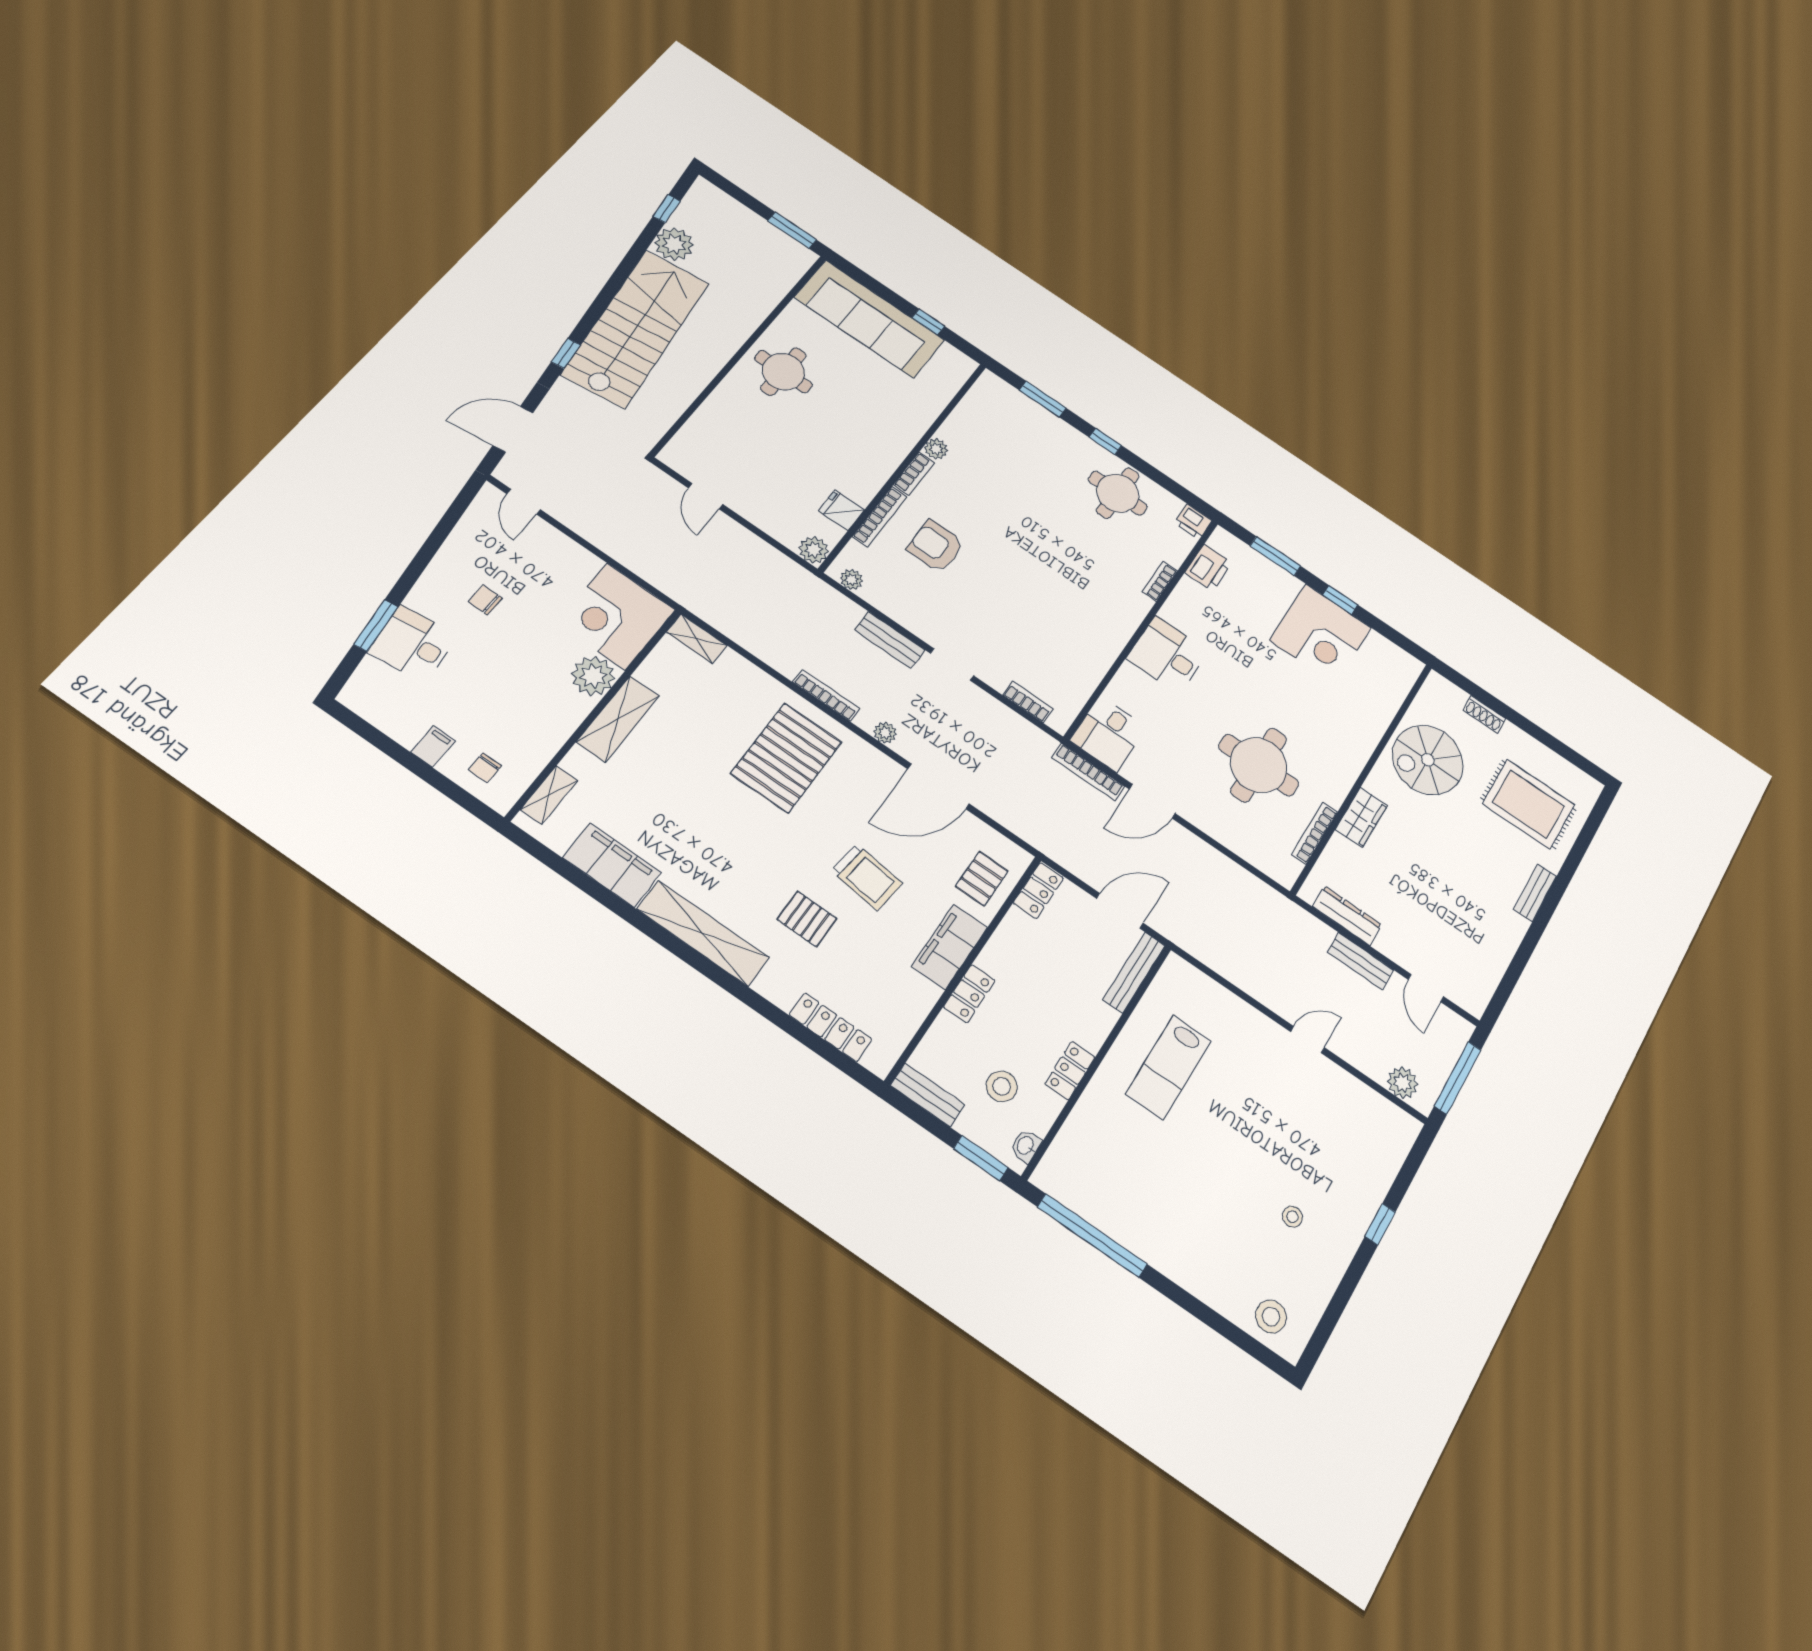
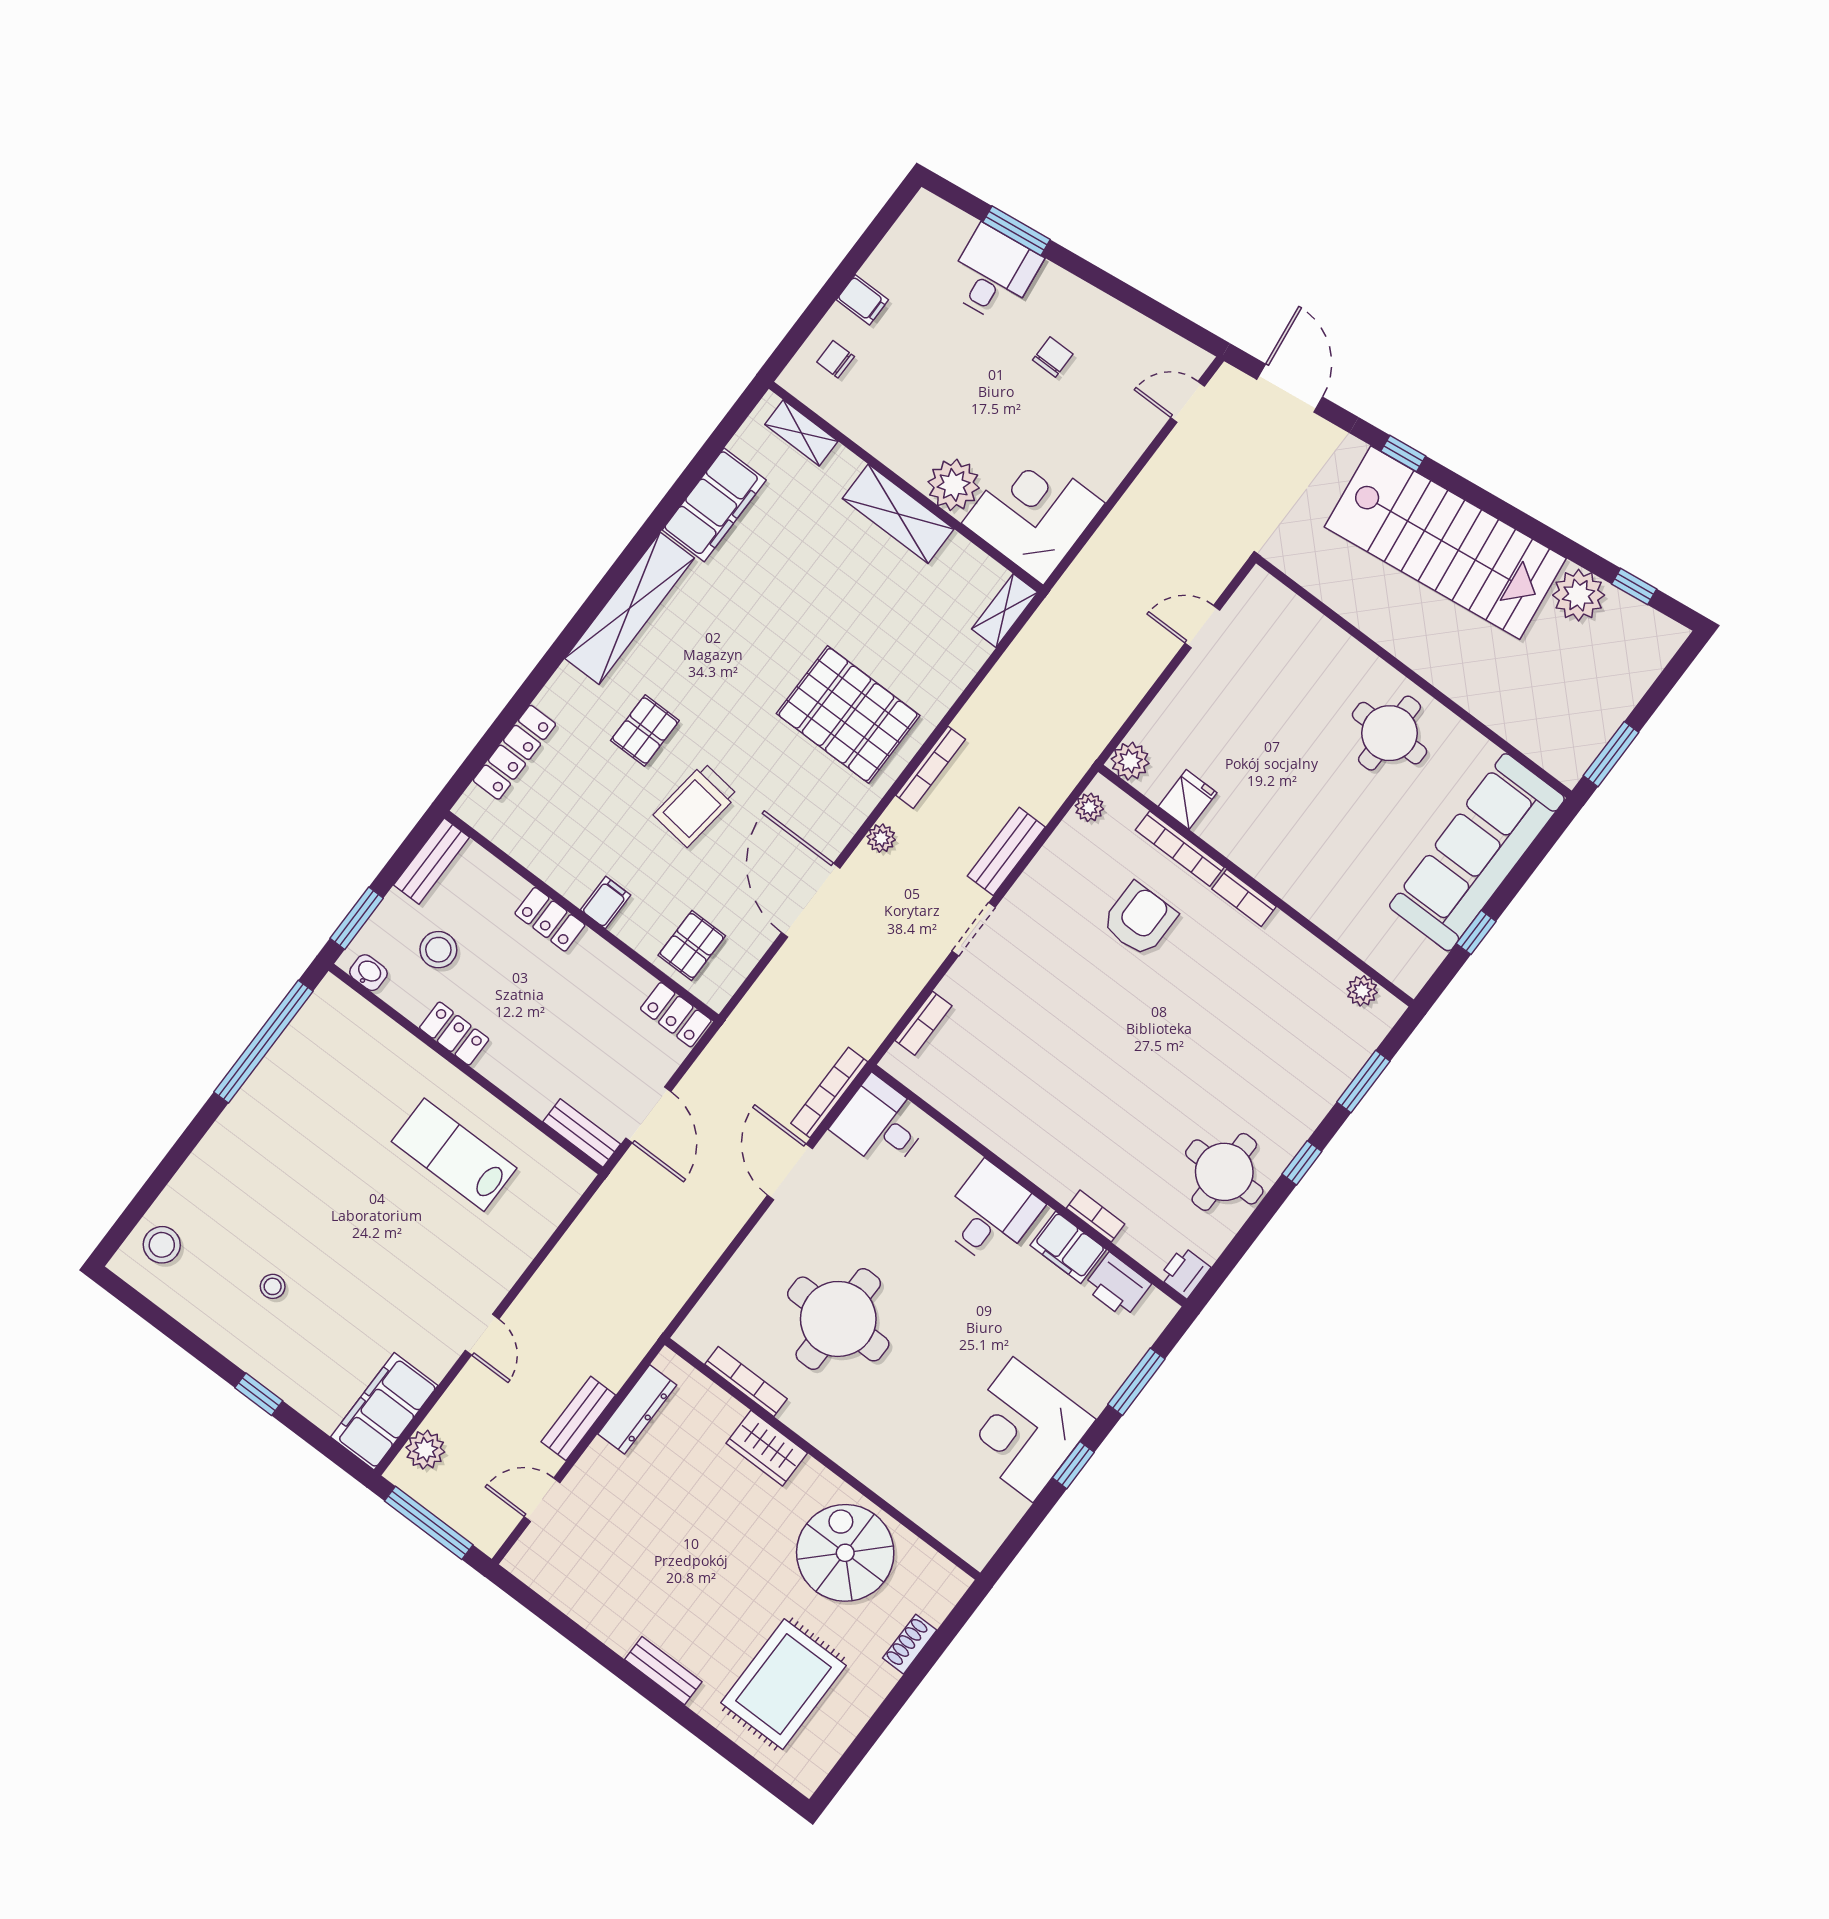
plant: (936, 449) -> (1362, 991), moved
filing cabinet: (1185, 601) -> (1068, 1247), added
pallet: (982, 879) -> (692, 946), turned 90
filing cabinet: (950, 947) -> (606, 902), width x0.33, depth x0.86
bench: (1134, 973) -> (582, 1133), width x0.73
filing cabinet: (1378, 1118) -> (384, 1411), added

